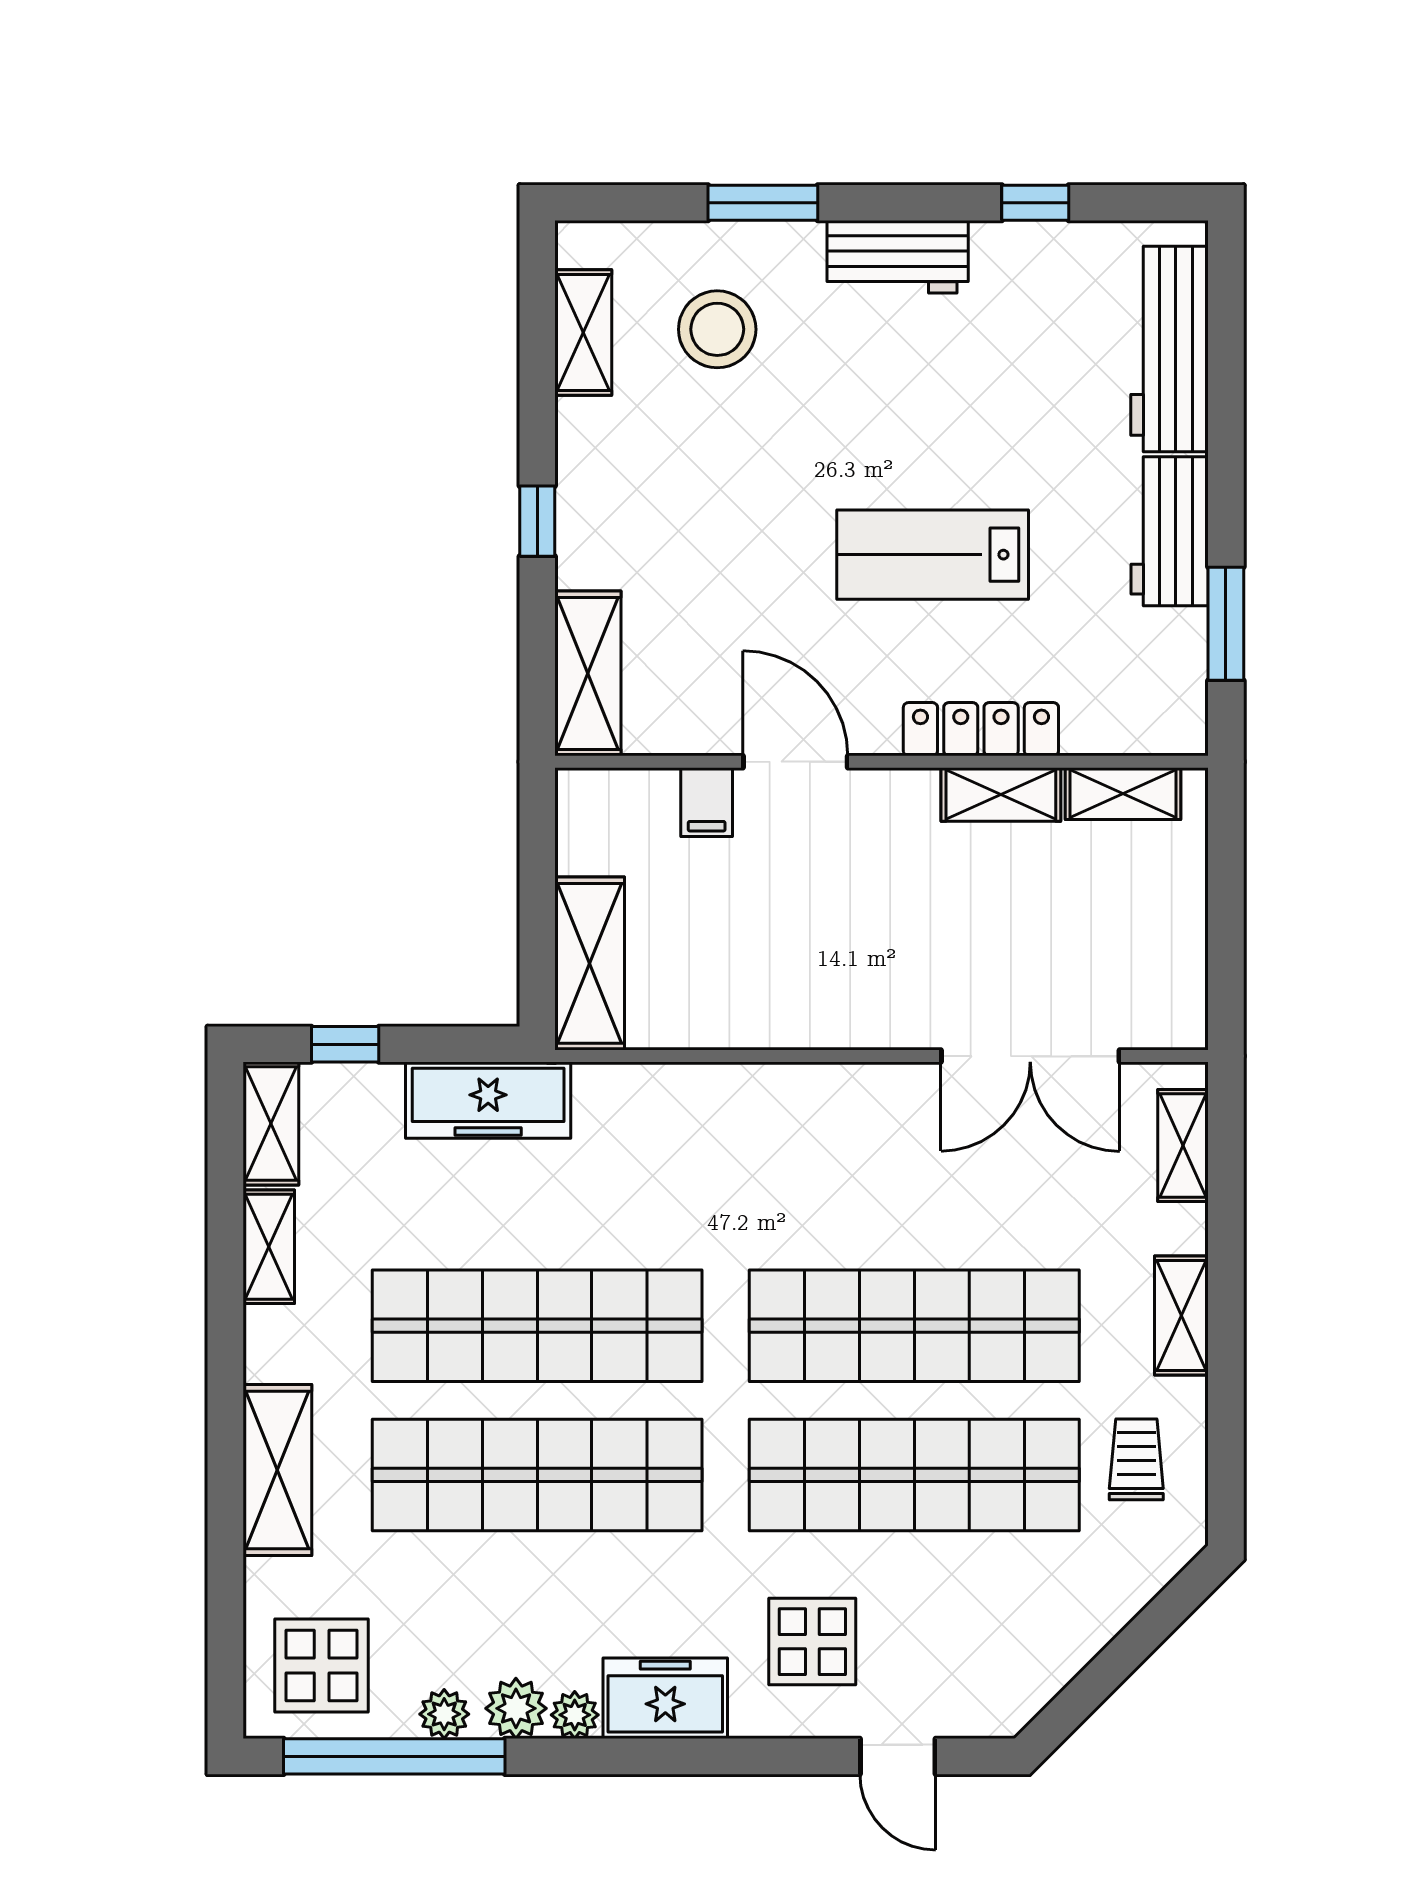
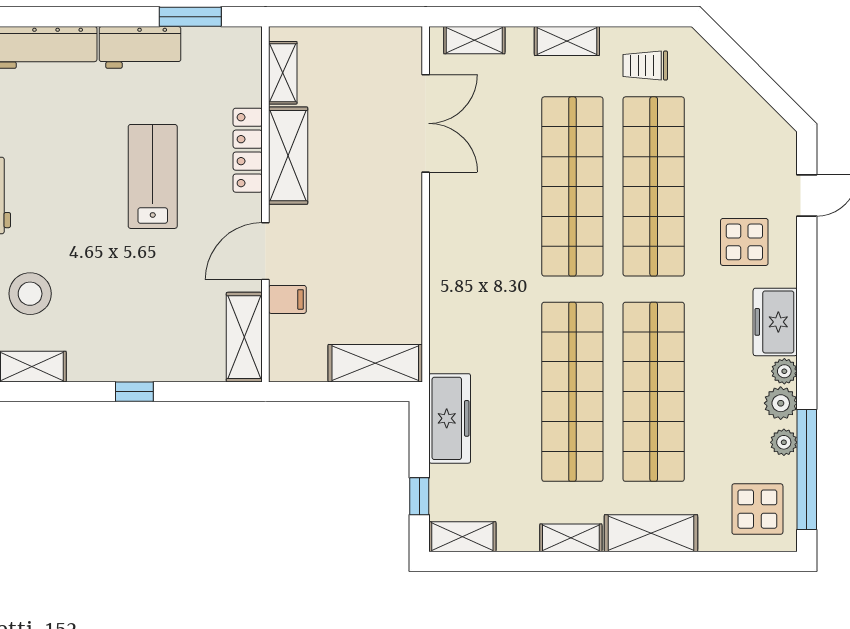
lab bench: (933, 555) -> (153, 176), turned 180
shelving: (588, 673) -> (244, 337), moved, turned 90
shelving: (1001, 795) -> (288, 156), width x1.50, depth x1.33
shelving: (269, 1247) -> (571, 538), moved

